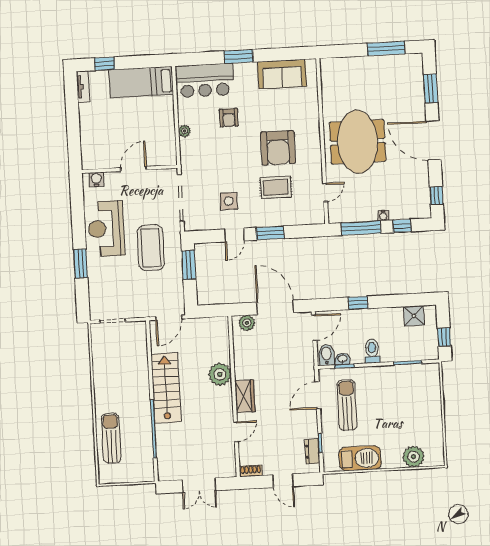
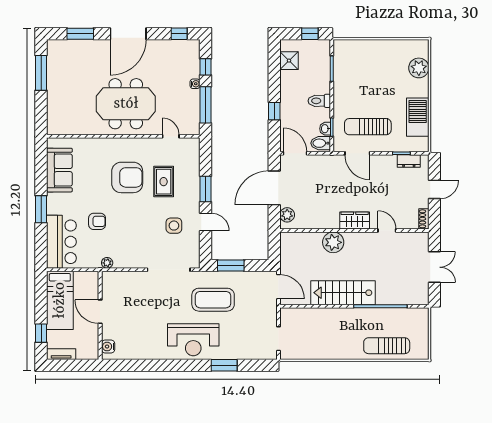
wall: (129, 169) -> (100, 315), moved
door: (134, 169) -> (100, 312), moved
water cooler: (96, 180) -> (108, 347), moved

